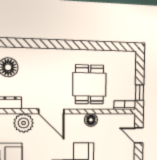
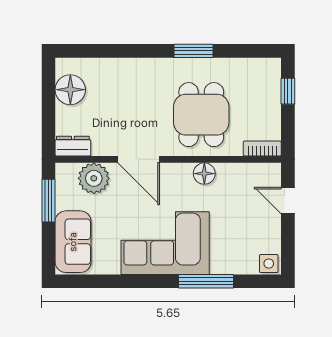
window: (85, 45) -> (194, 51), added
window: (139, 93) -> (288, 91), moved

